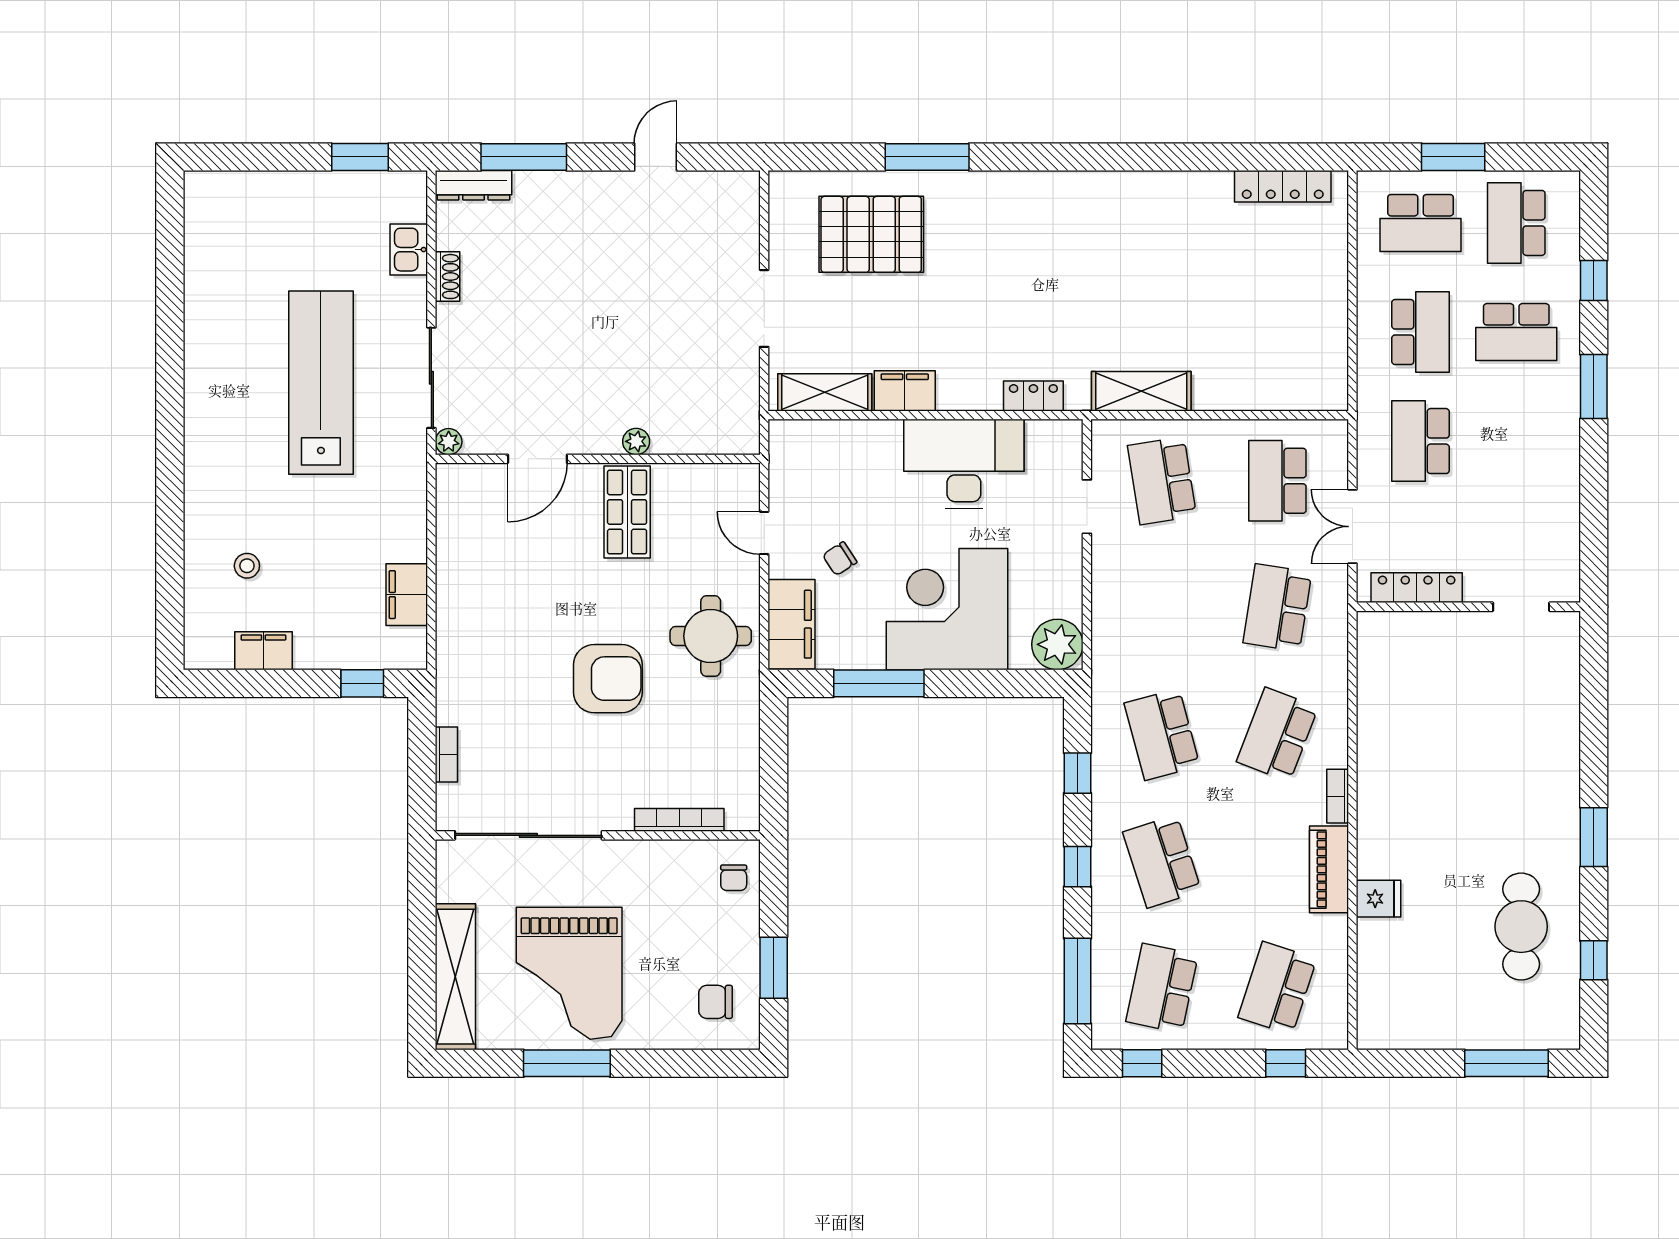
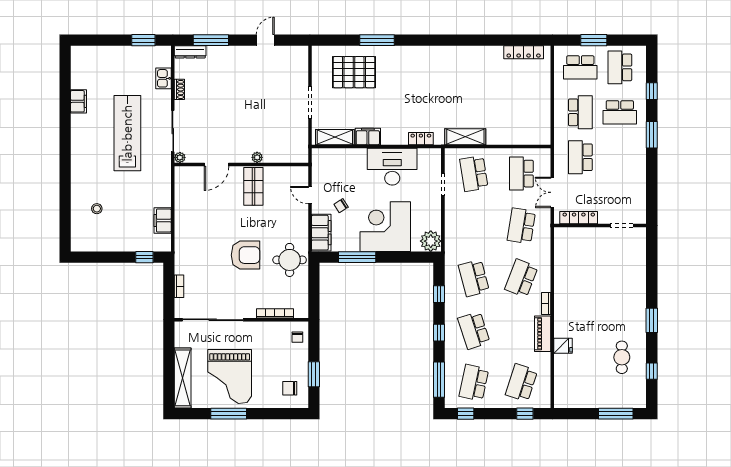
round table: (711, 636) -> (290, 260), moved
filing cabinet: (263, 651) -> (78, 101), moved, turned 90
cafe table: (1521, 927) -> (622, 357), width x0.73, depth x0.74

